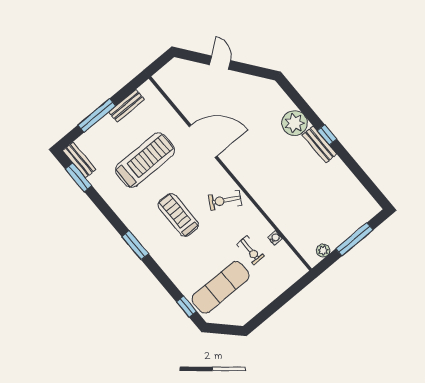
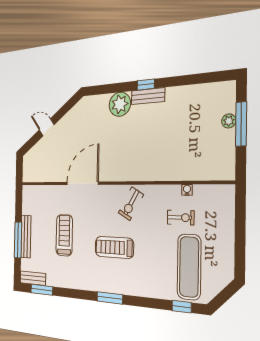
bench: (126, 106) -> (26, 237), moved, width x1.36
treadmill: (145, 160) -> (64, 235), width x0.73, depth x0.73
plant: (323, 250) -> (229, 121), moved

